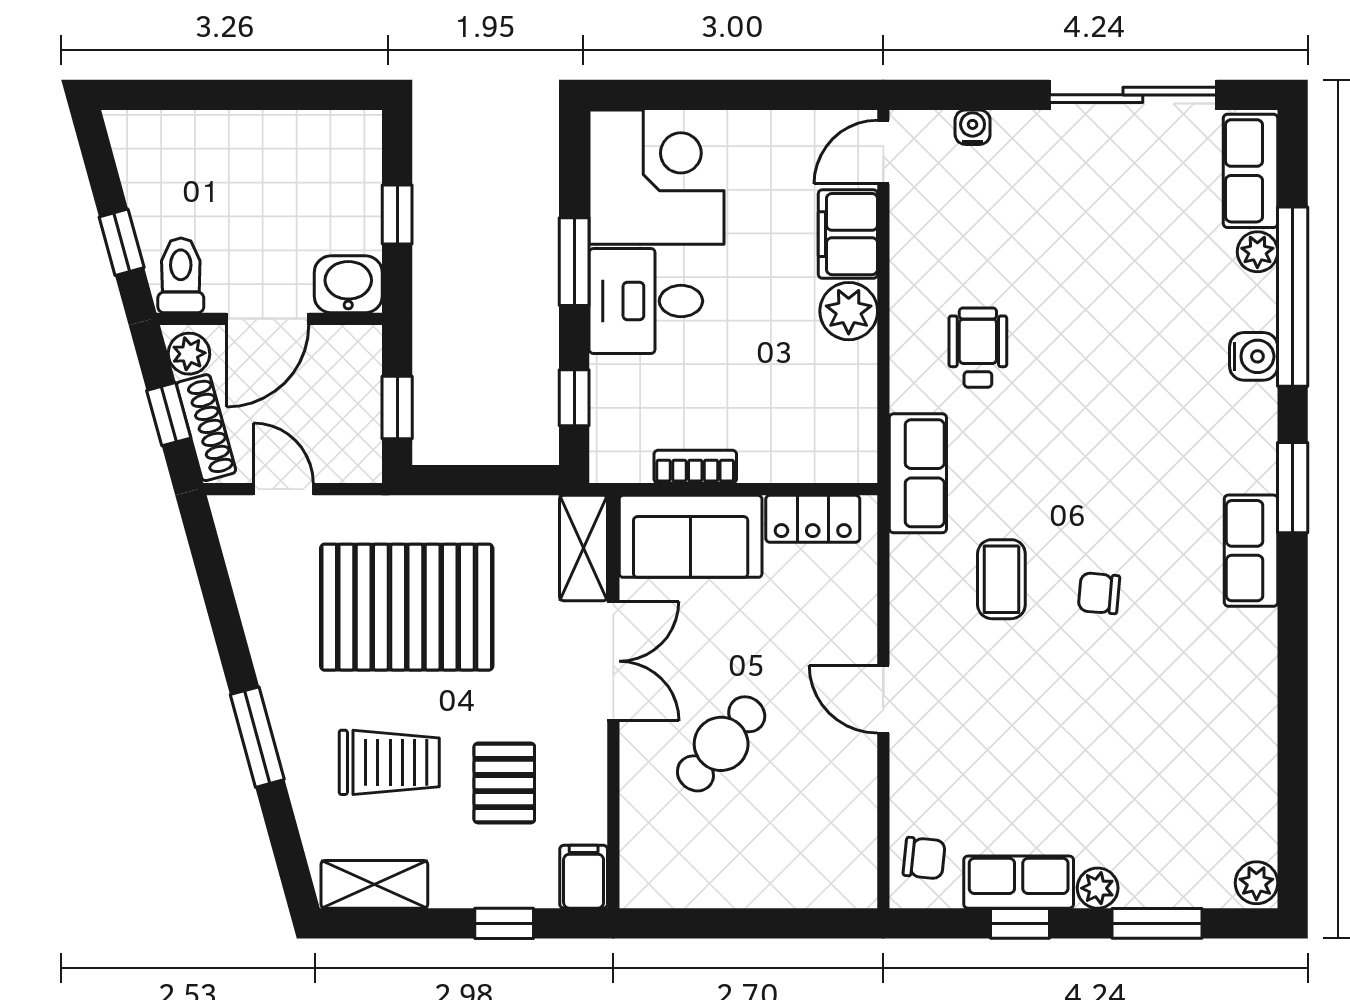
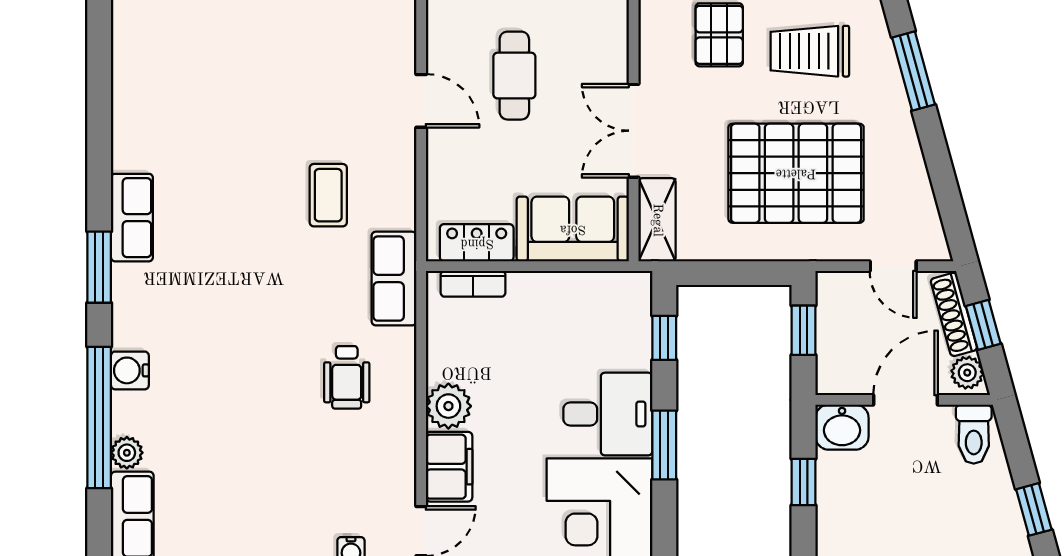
window: (122, 242) -> (1034, 509), moved
bookcase: (695, 467) -> (473, 284), moved
chair: (1099, 593) -> (251, 184), removed
cafe table: (721, 744) -> (514, 76), moved, turned -41

